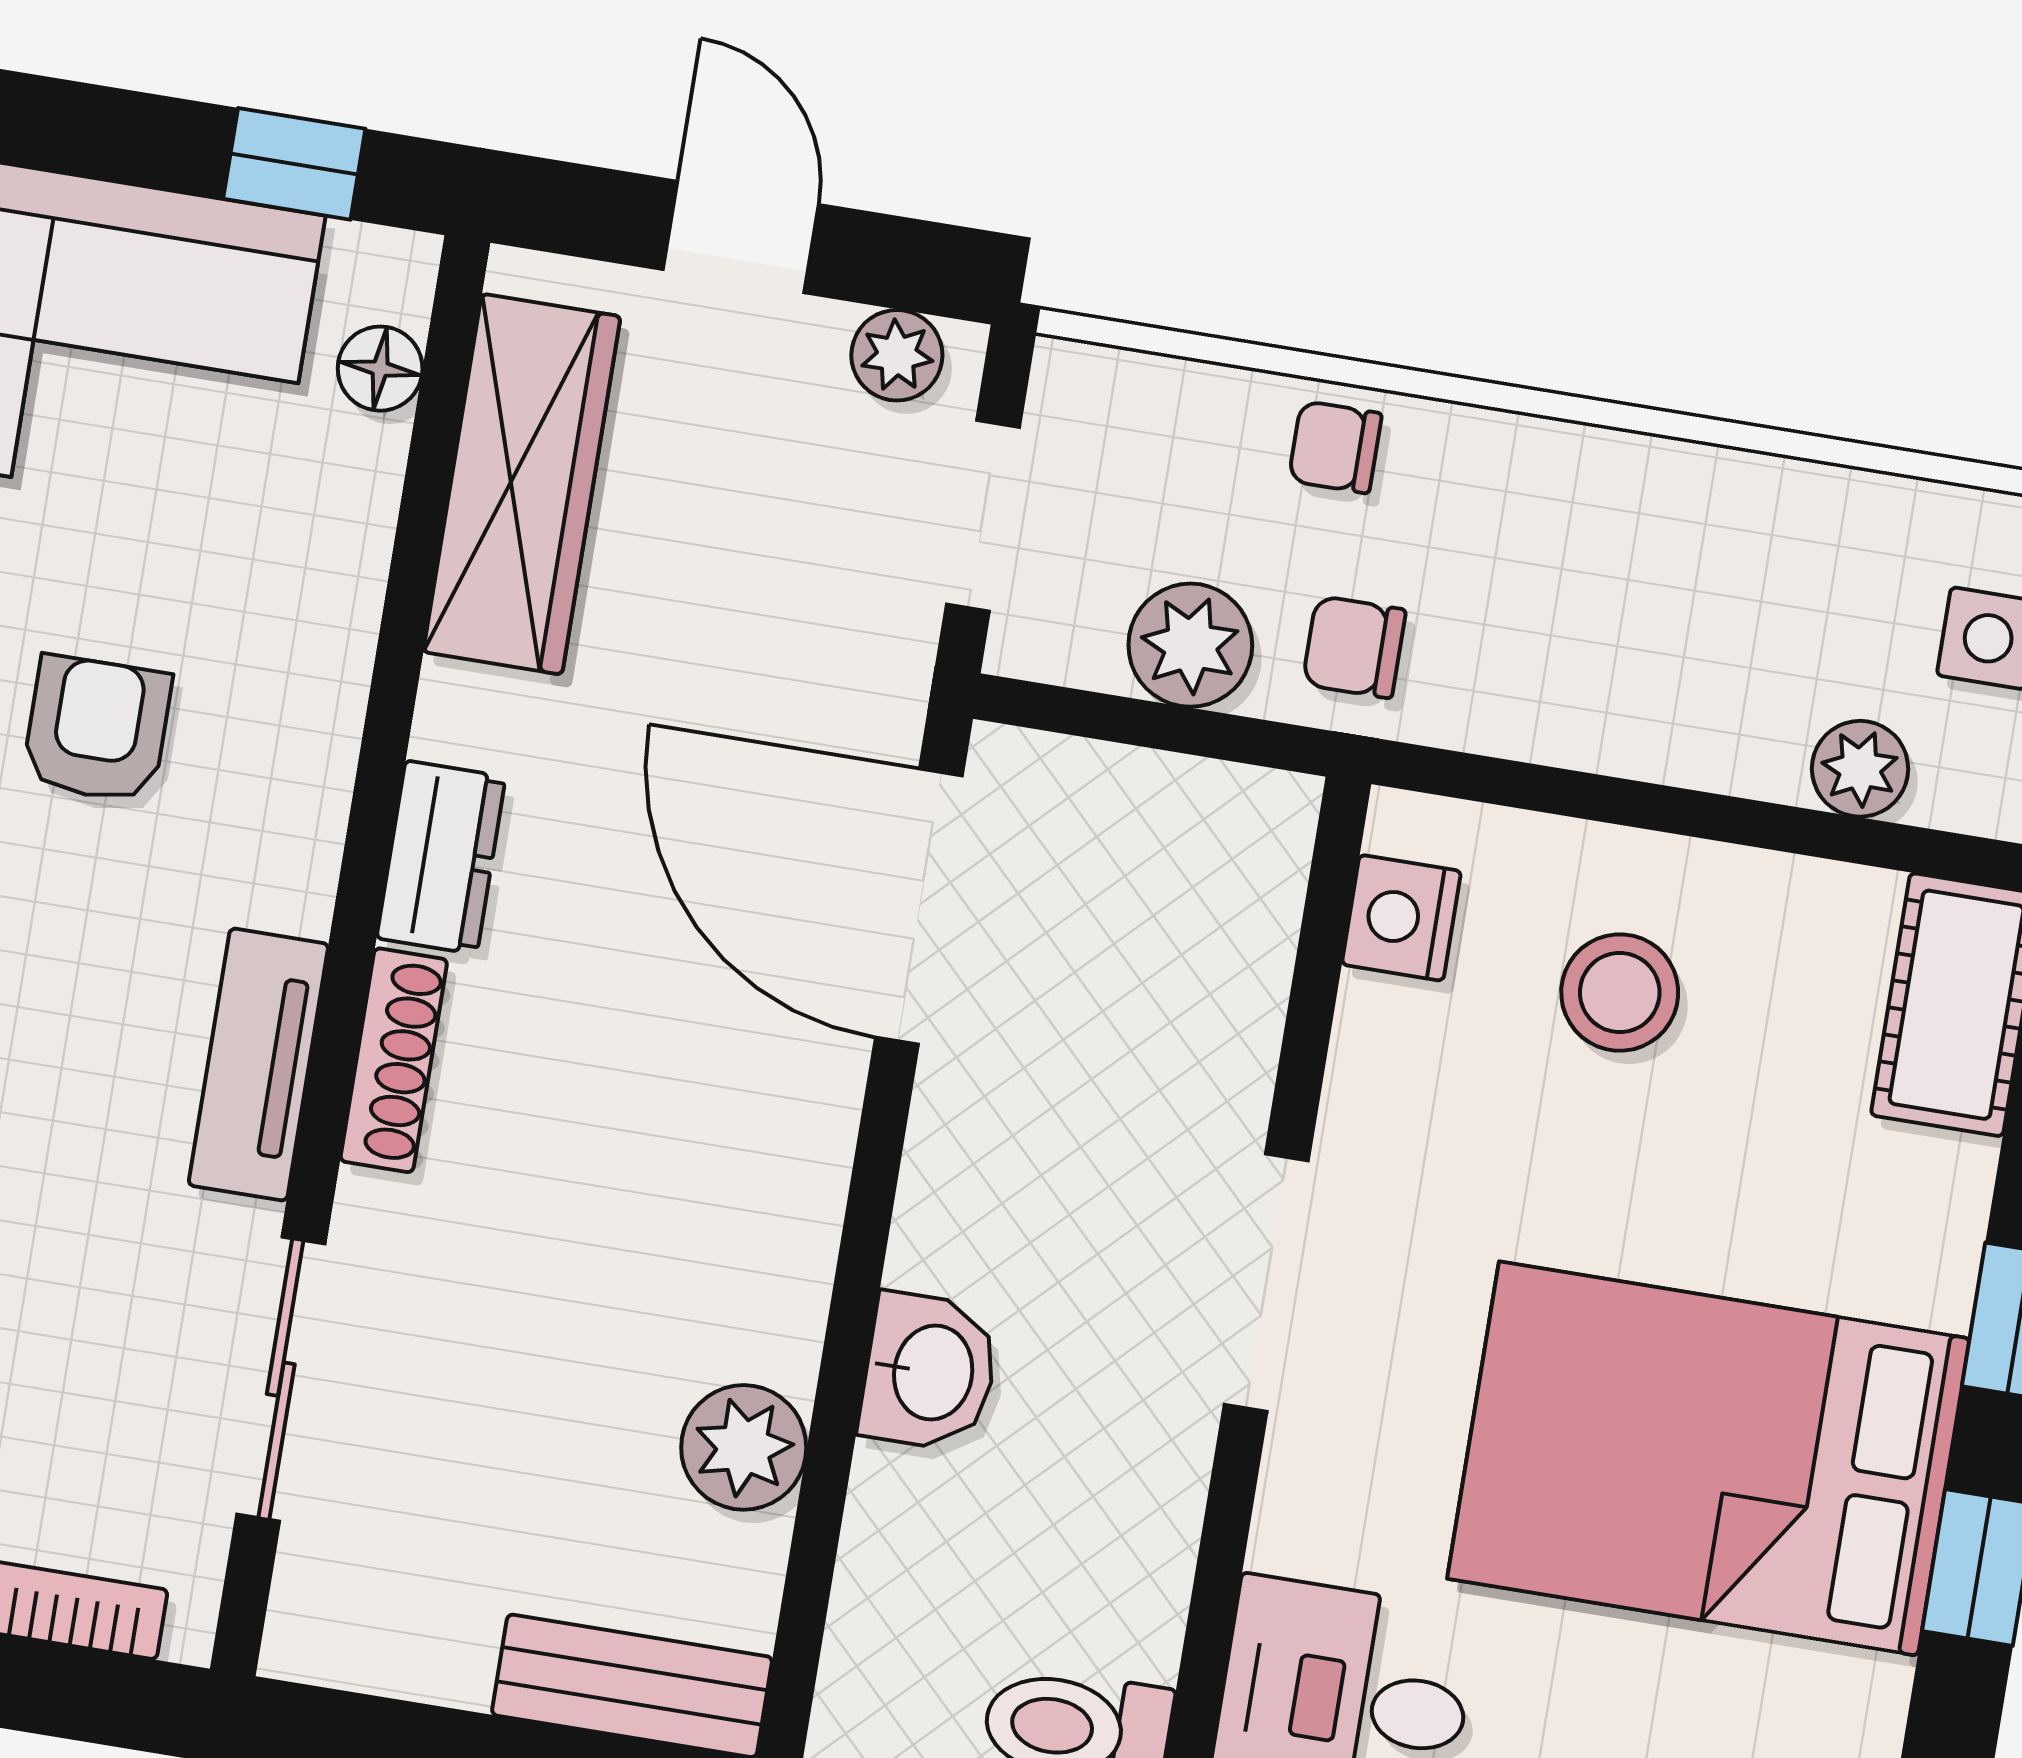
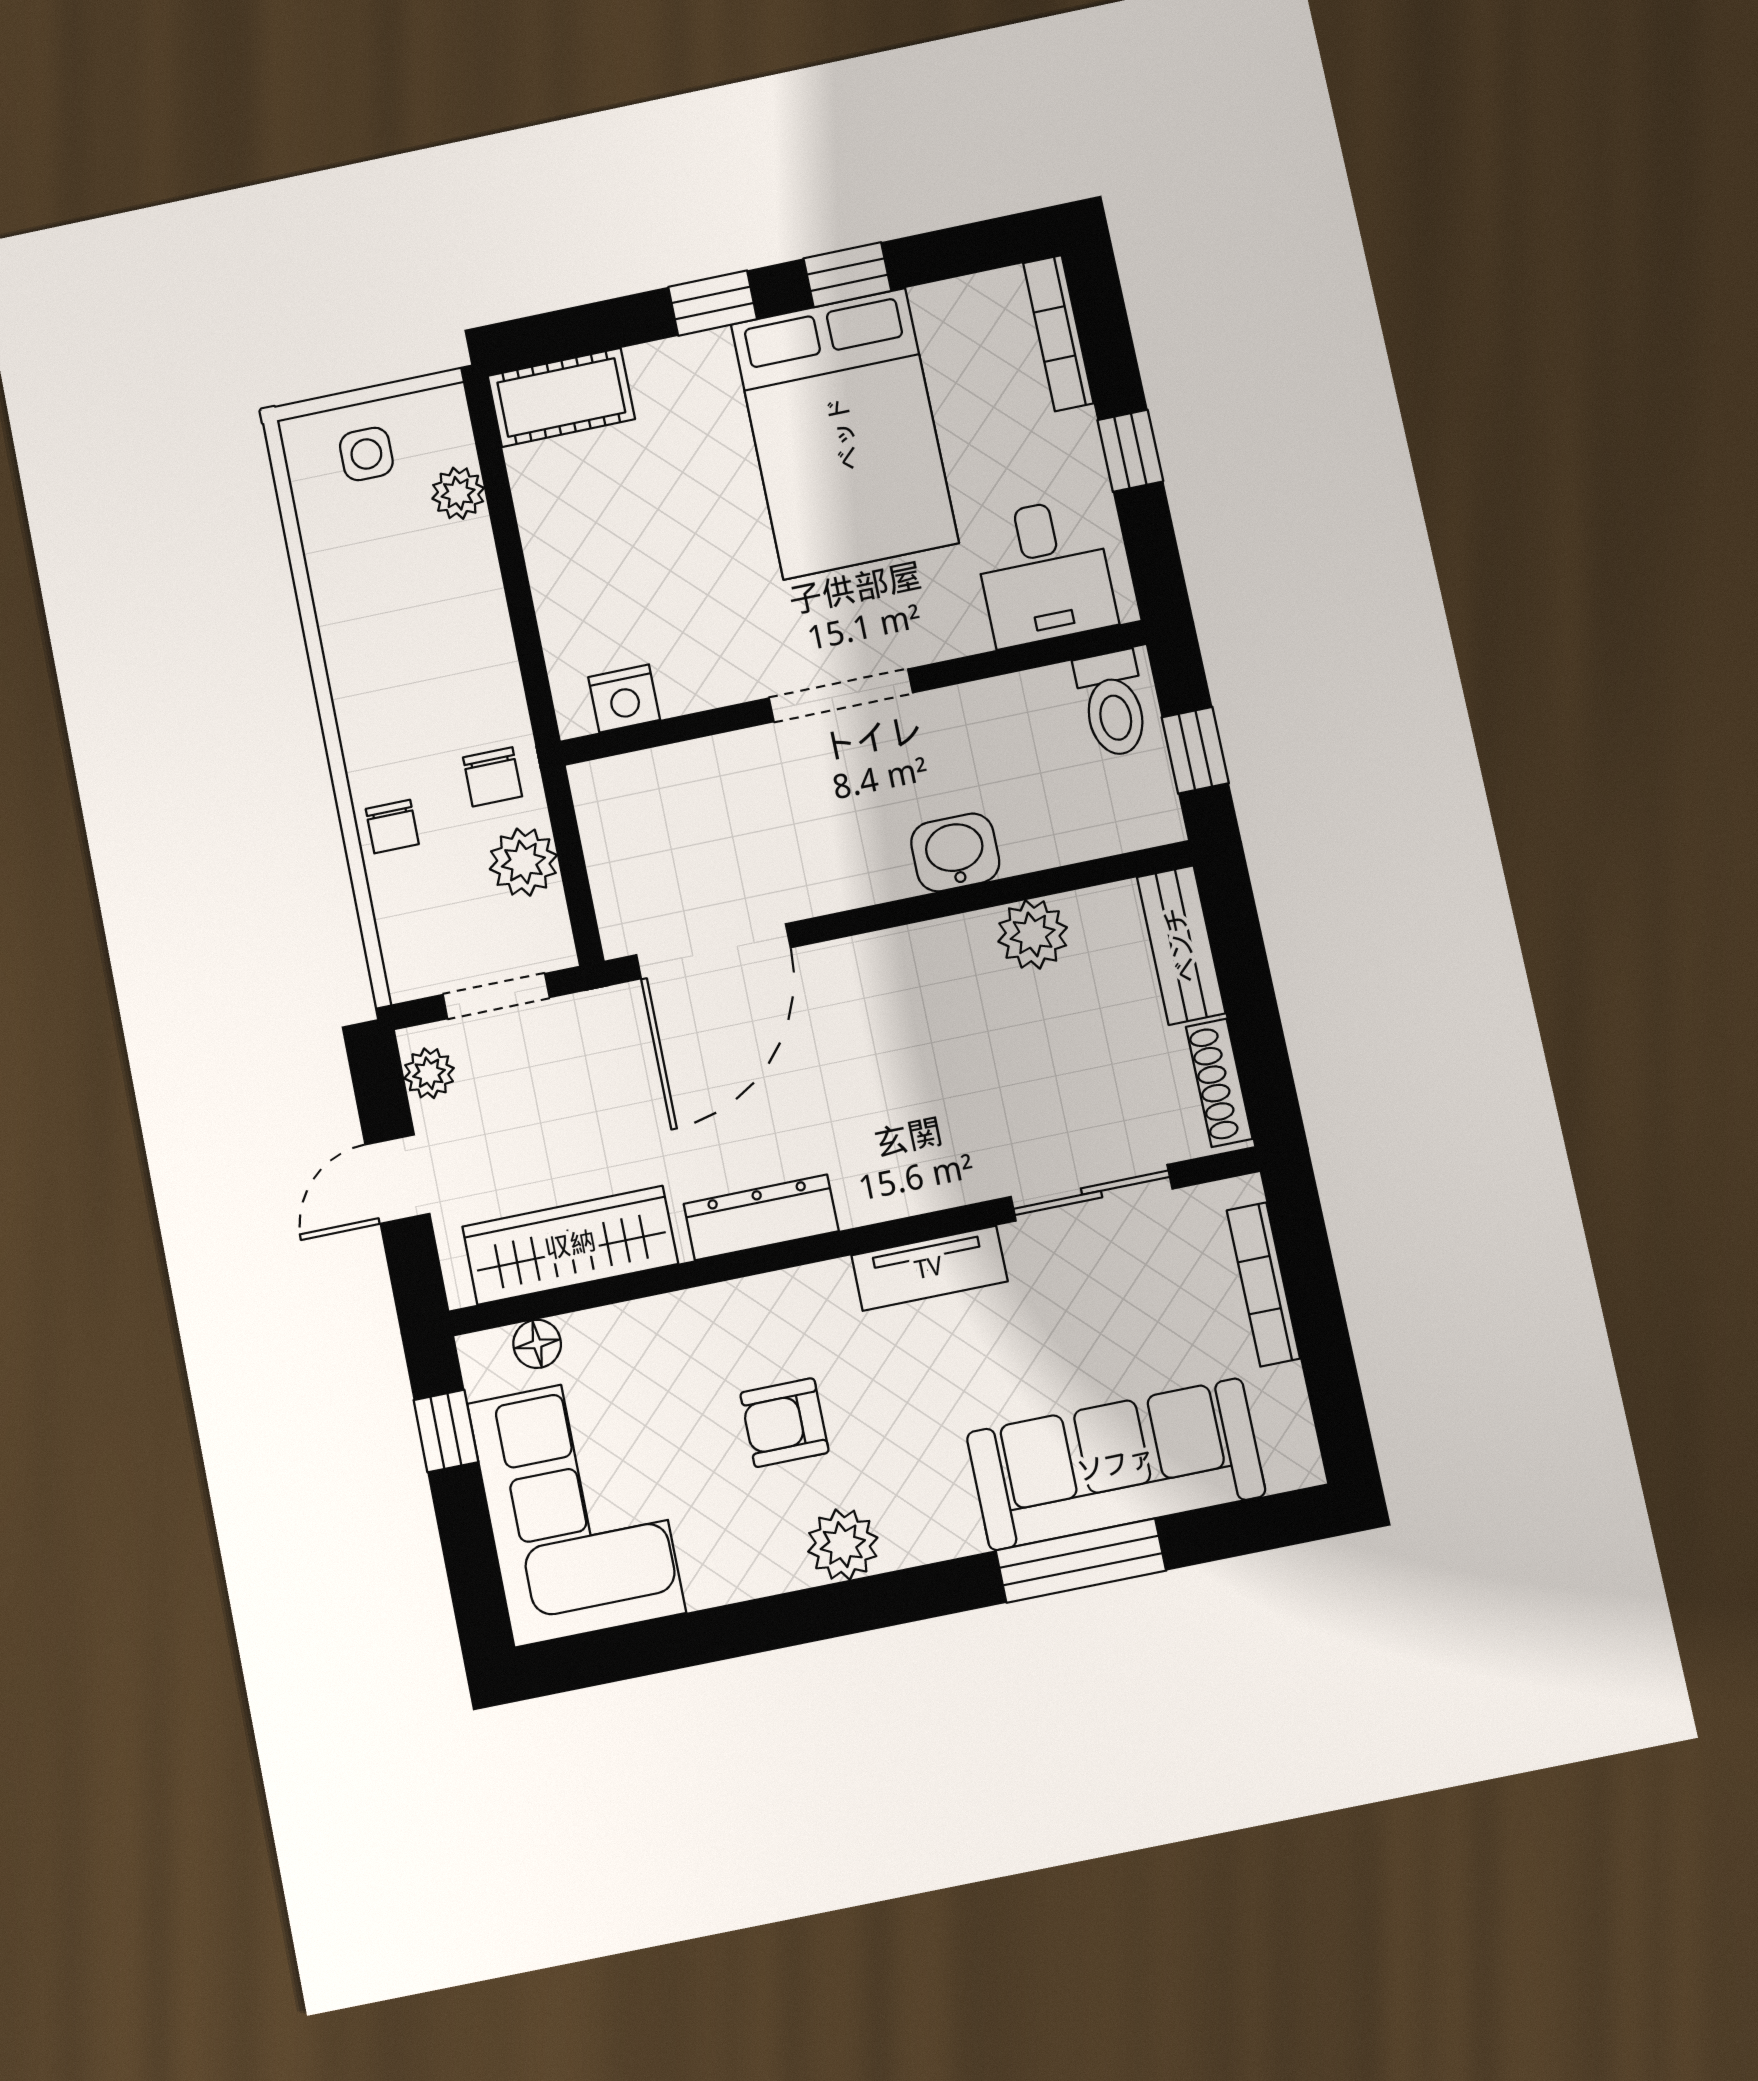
dresser: (441, 857) -> (761, 1217), width x1.44
stool: (1620, 993) -> (620, 571), removed
shoe rack: (394, 1060) -> (1219, 1083), moved, turned -90

